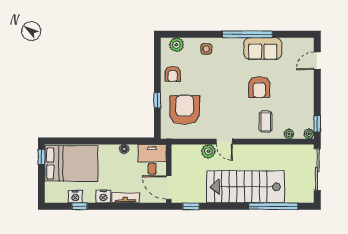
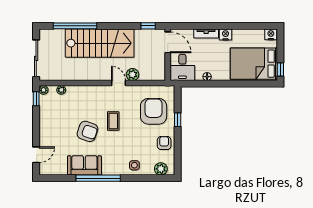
armchair: (259, 87) -> (87, 131), turned 109
armchair: (185, 110) -> (154, 111), turned 180
coffee table: (266, 122) -> (113, 121), moved
nightstand: (75, 197) -> (271, 34), moved
window: (80, 206) -> (247, 26), removed

